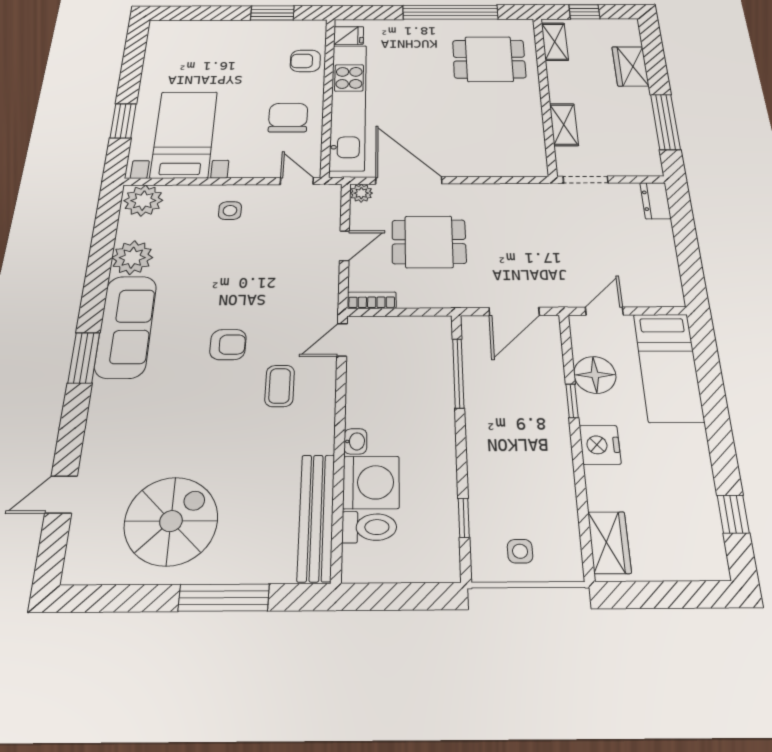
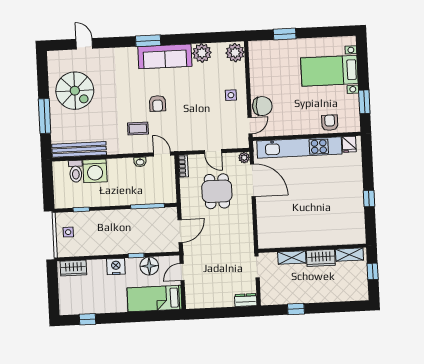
window: (450, 12) -> (369, 198), width x0.32
dining table: (489, 59) -> (335, 220), removed
wardrobe: (630, 66) -> (321, 258), moved, turned 180
chair: (288, 118) -> (262, 106), moved
window: (665, 122) -> (296, 309), width x0.46
bed with nightstands: (184, 134) -> (329, 71), moved, turned 180
door: (409, 181) -> (253, 180), hinge flipped
door: (604, 311) -> (182, 272), swing flipped
door: (514, 312) -> (180, 231), swing flipped
washbasin: (355, 441) -> (140, 162), moved

